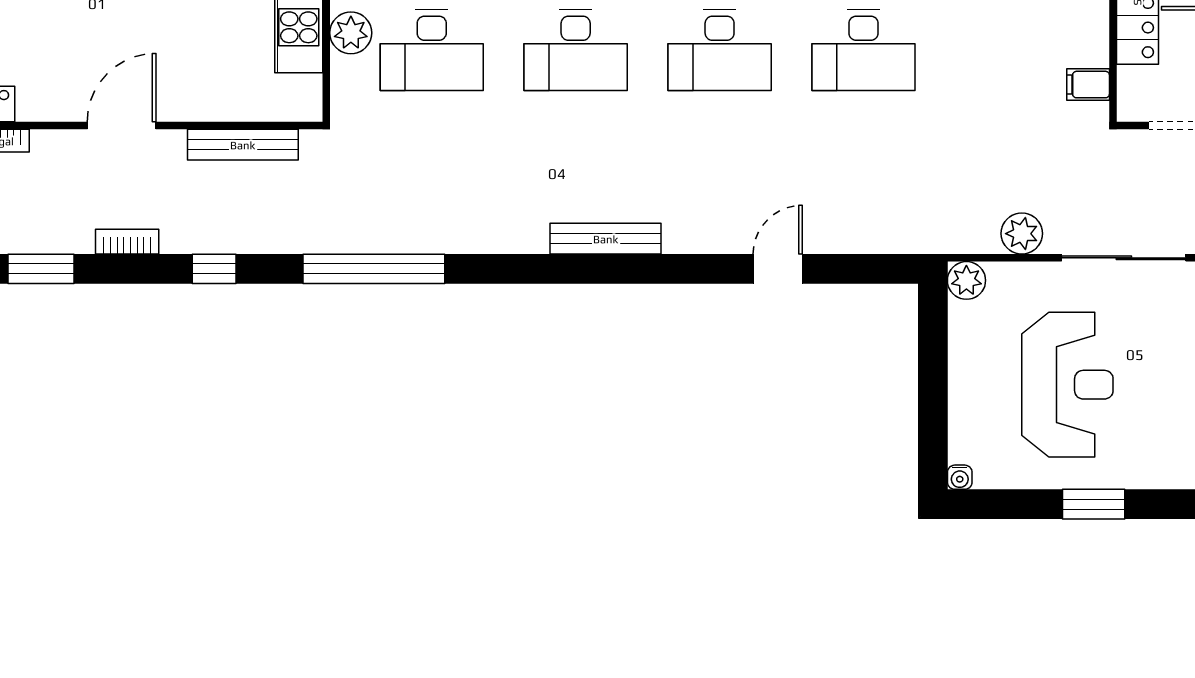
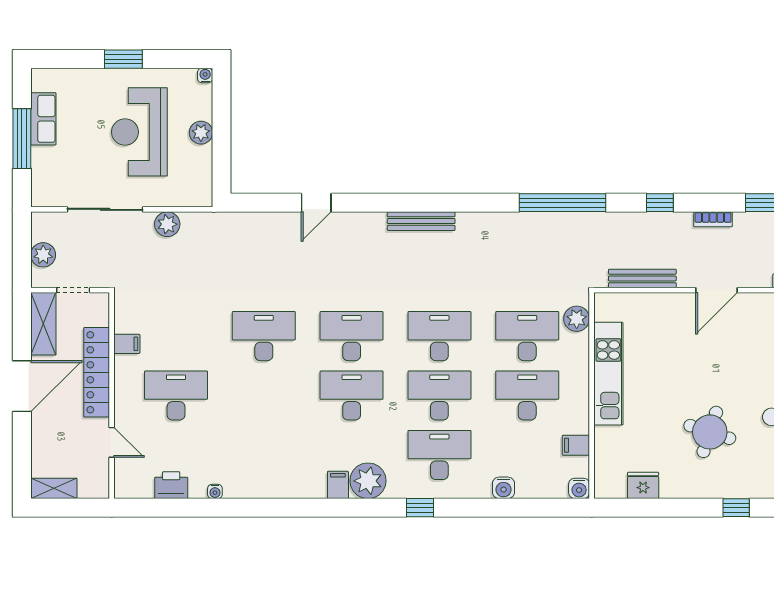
plant: (351, 33) -> (577, 319), moved
filing cabinet: (1088, 85) -> (127, 344), moved
plant: (966, 280) -> (201, 133), moved

